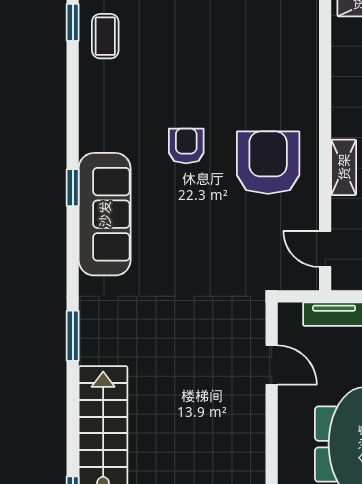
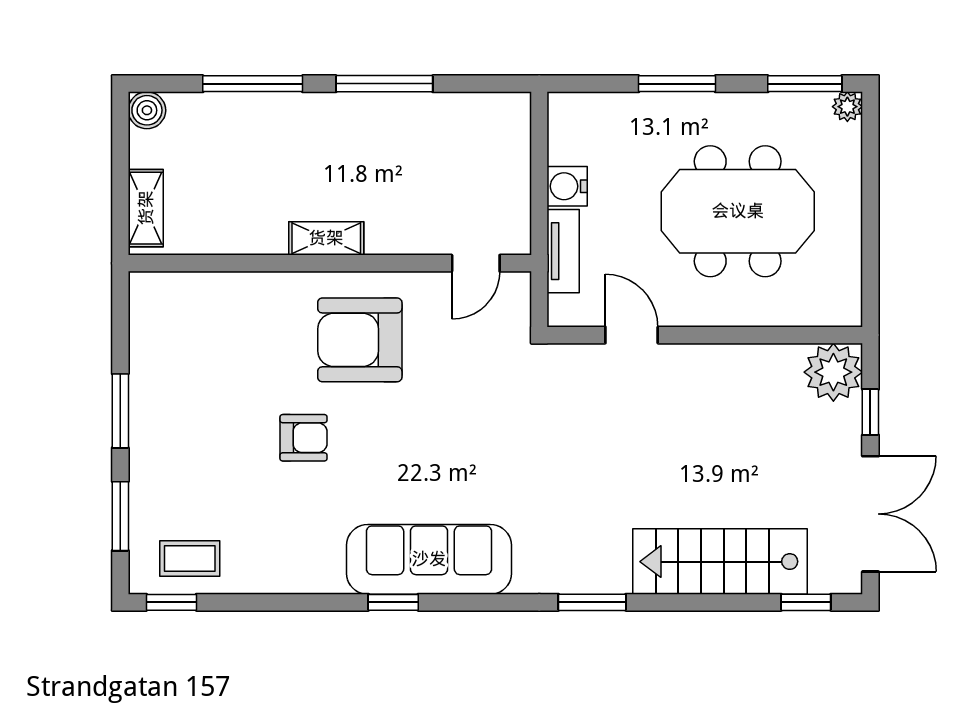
armchair: (186, 146) -> (304, 438), moved, turned 180
shelving: (344, 167) -> (326, 238), moved
door: (272, 365) -> (632, 335), hinge flipped

